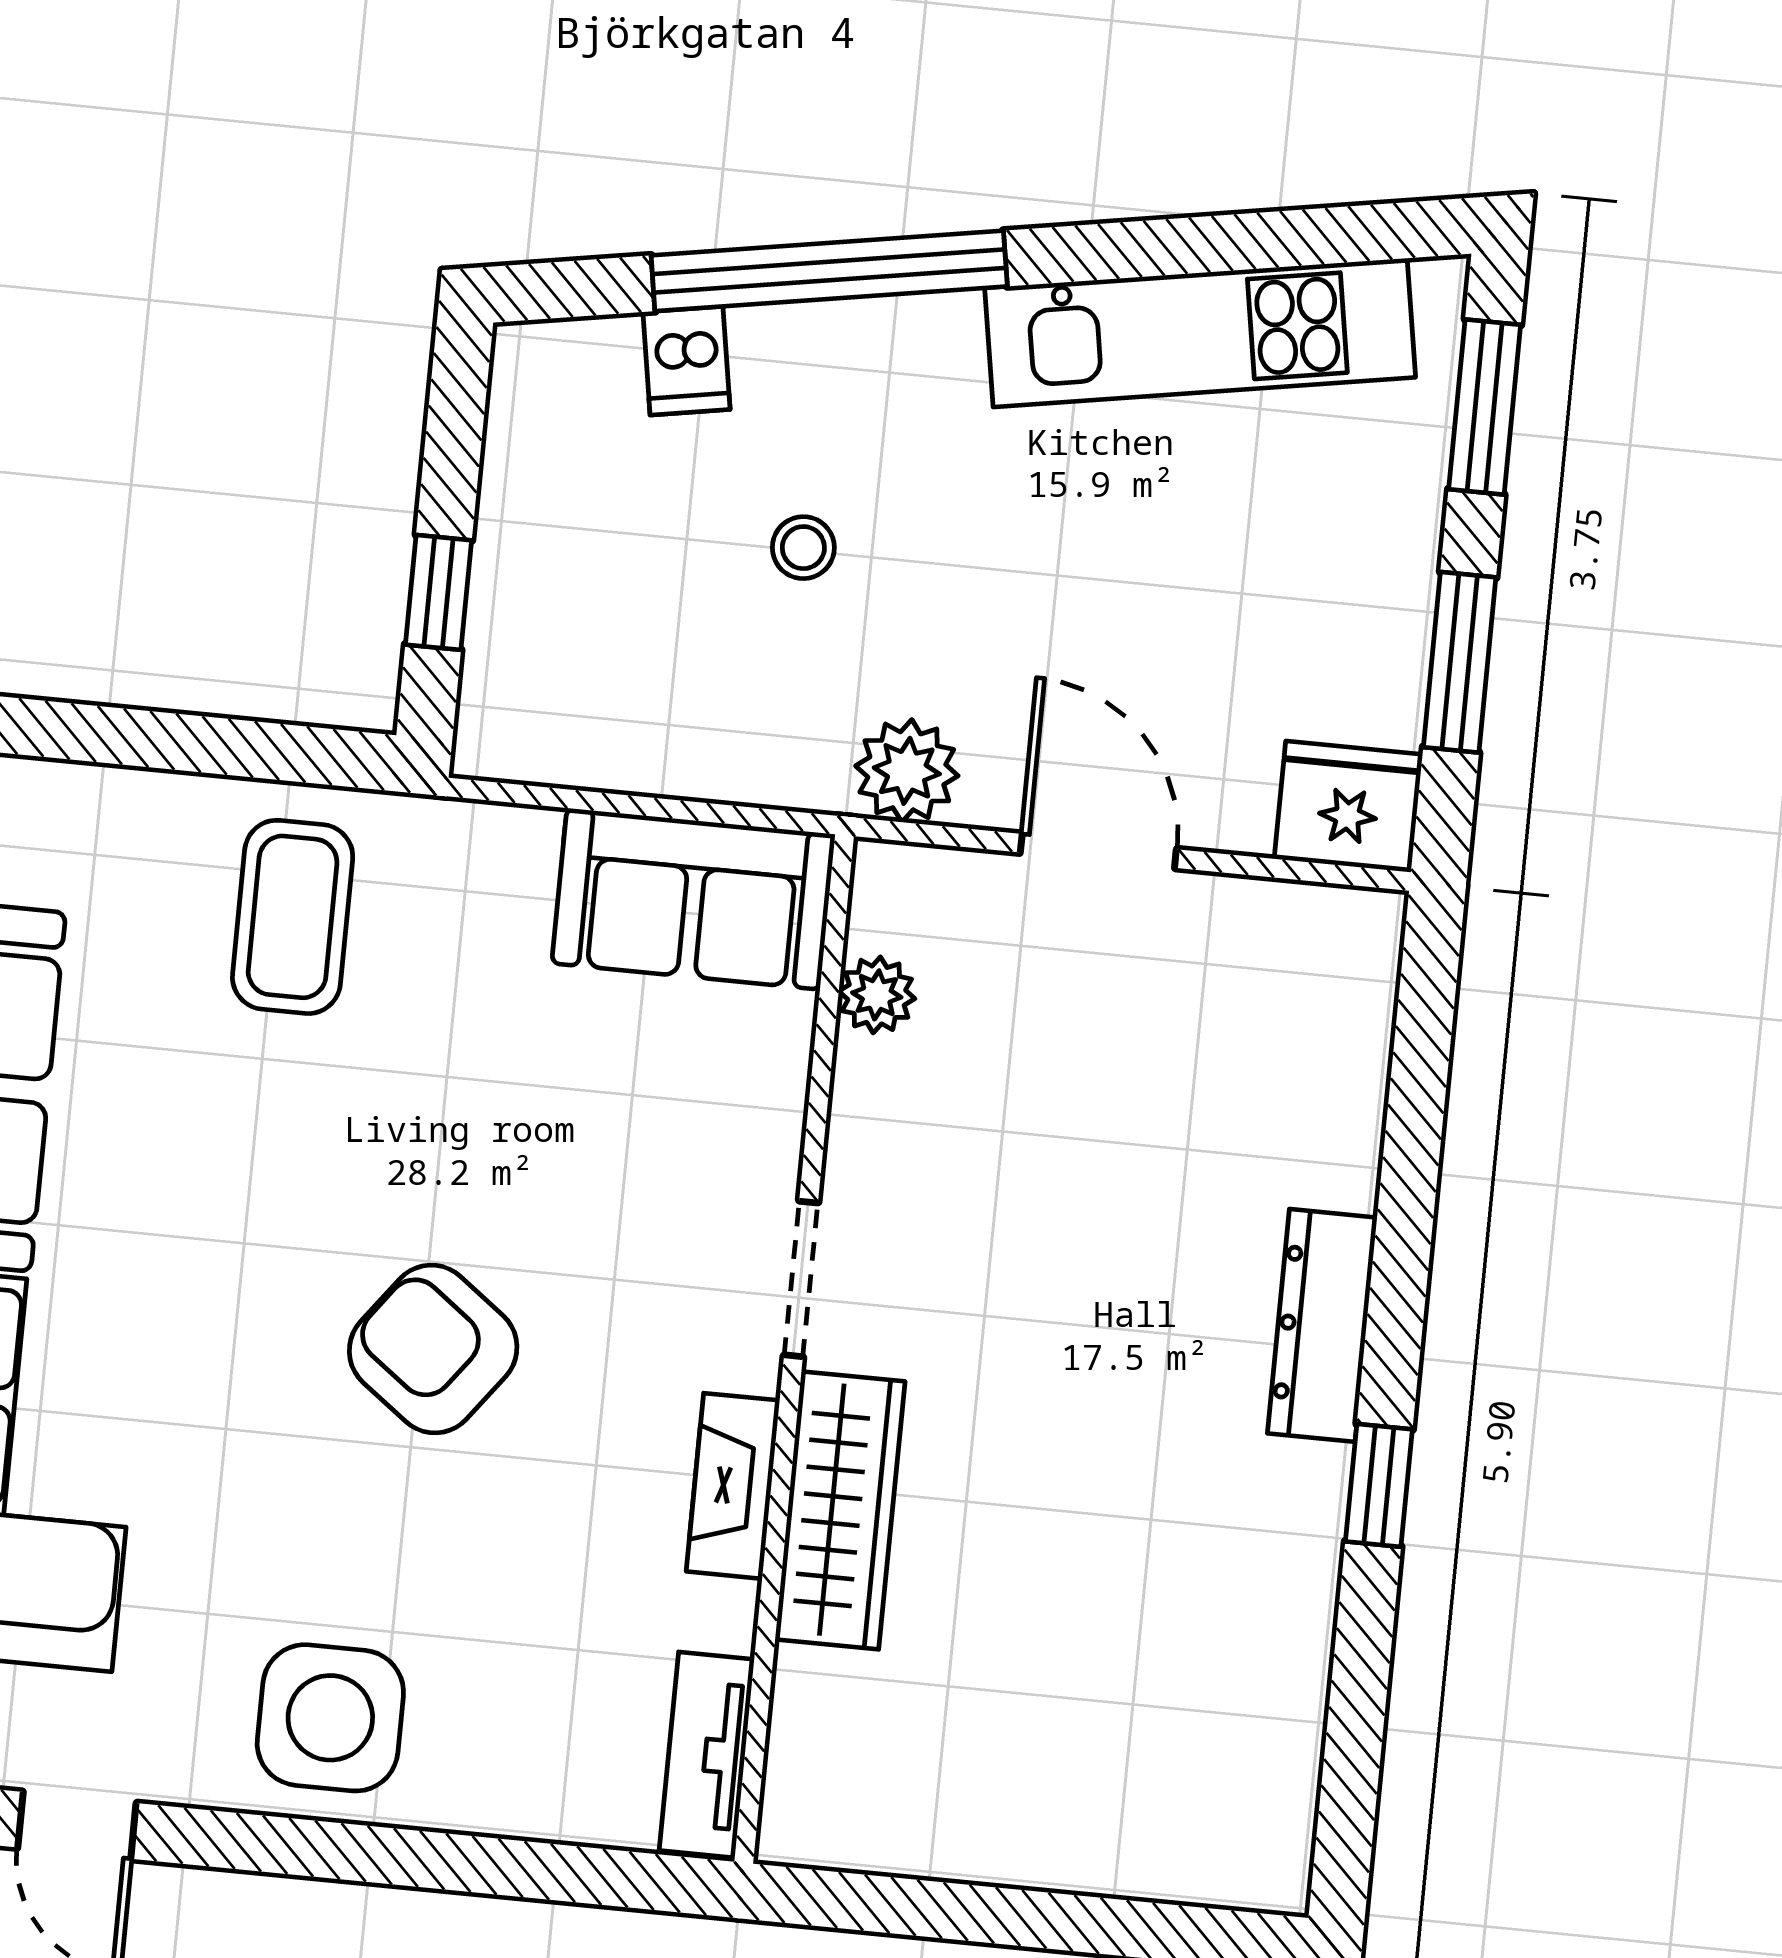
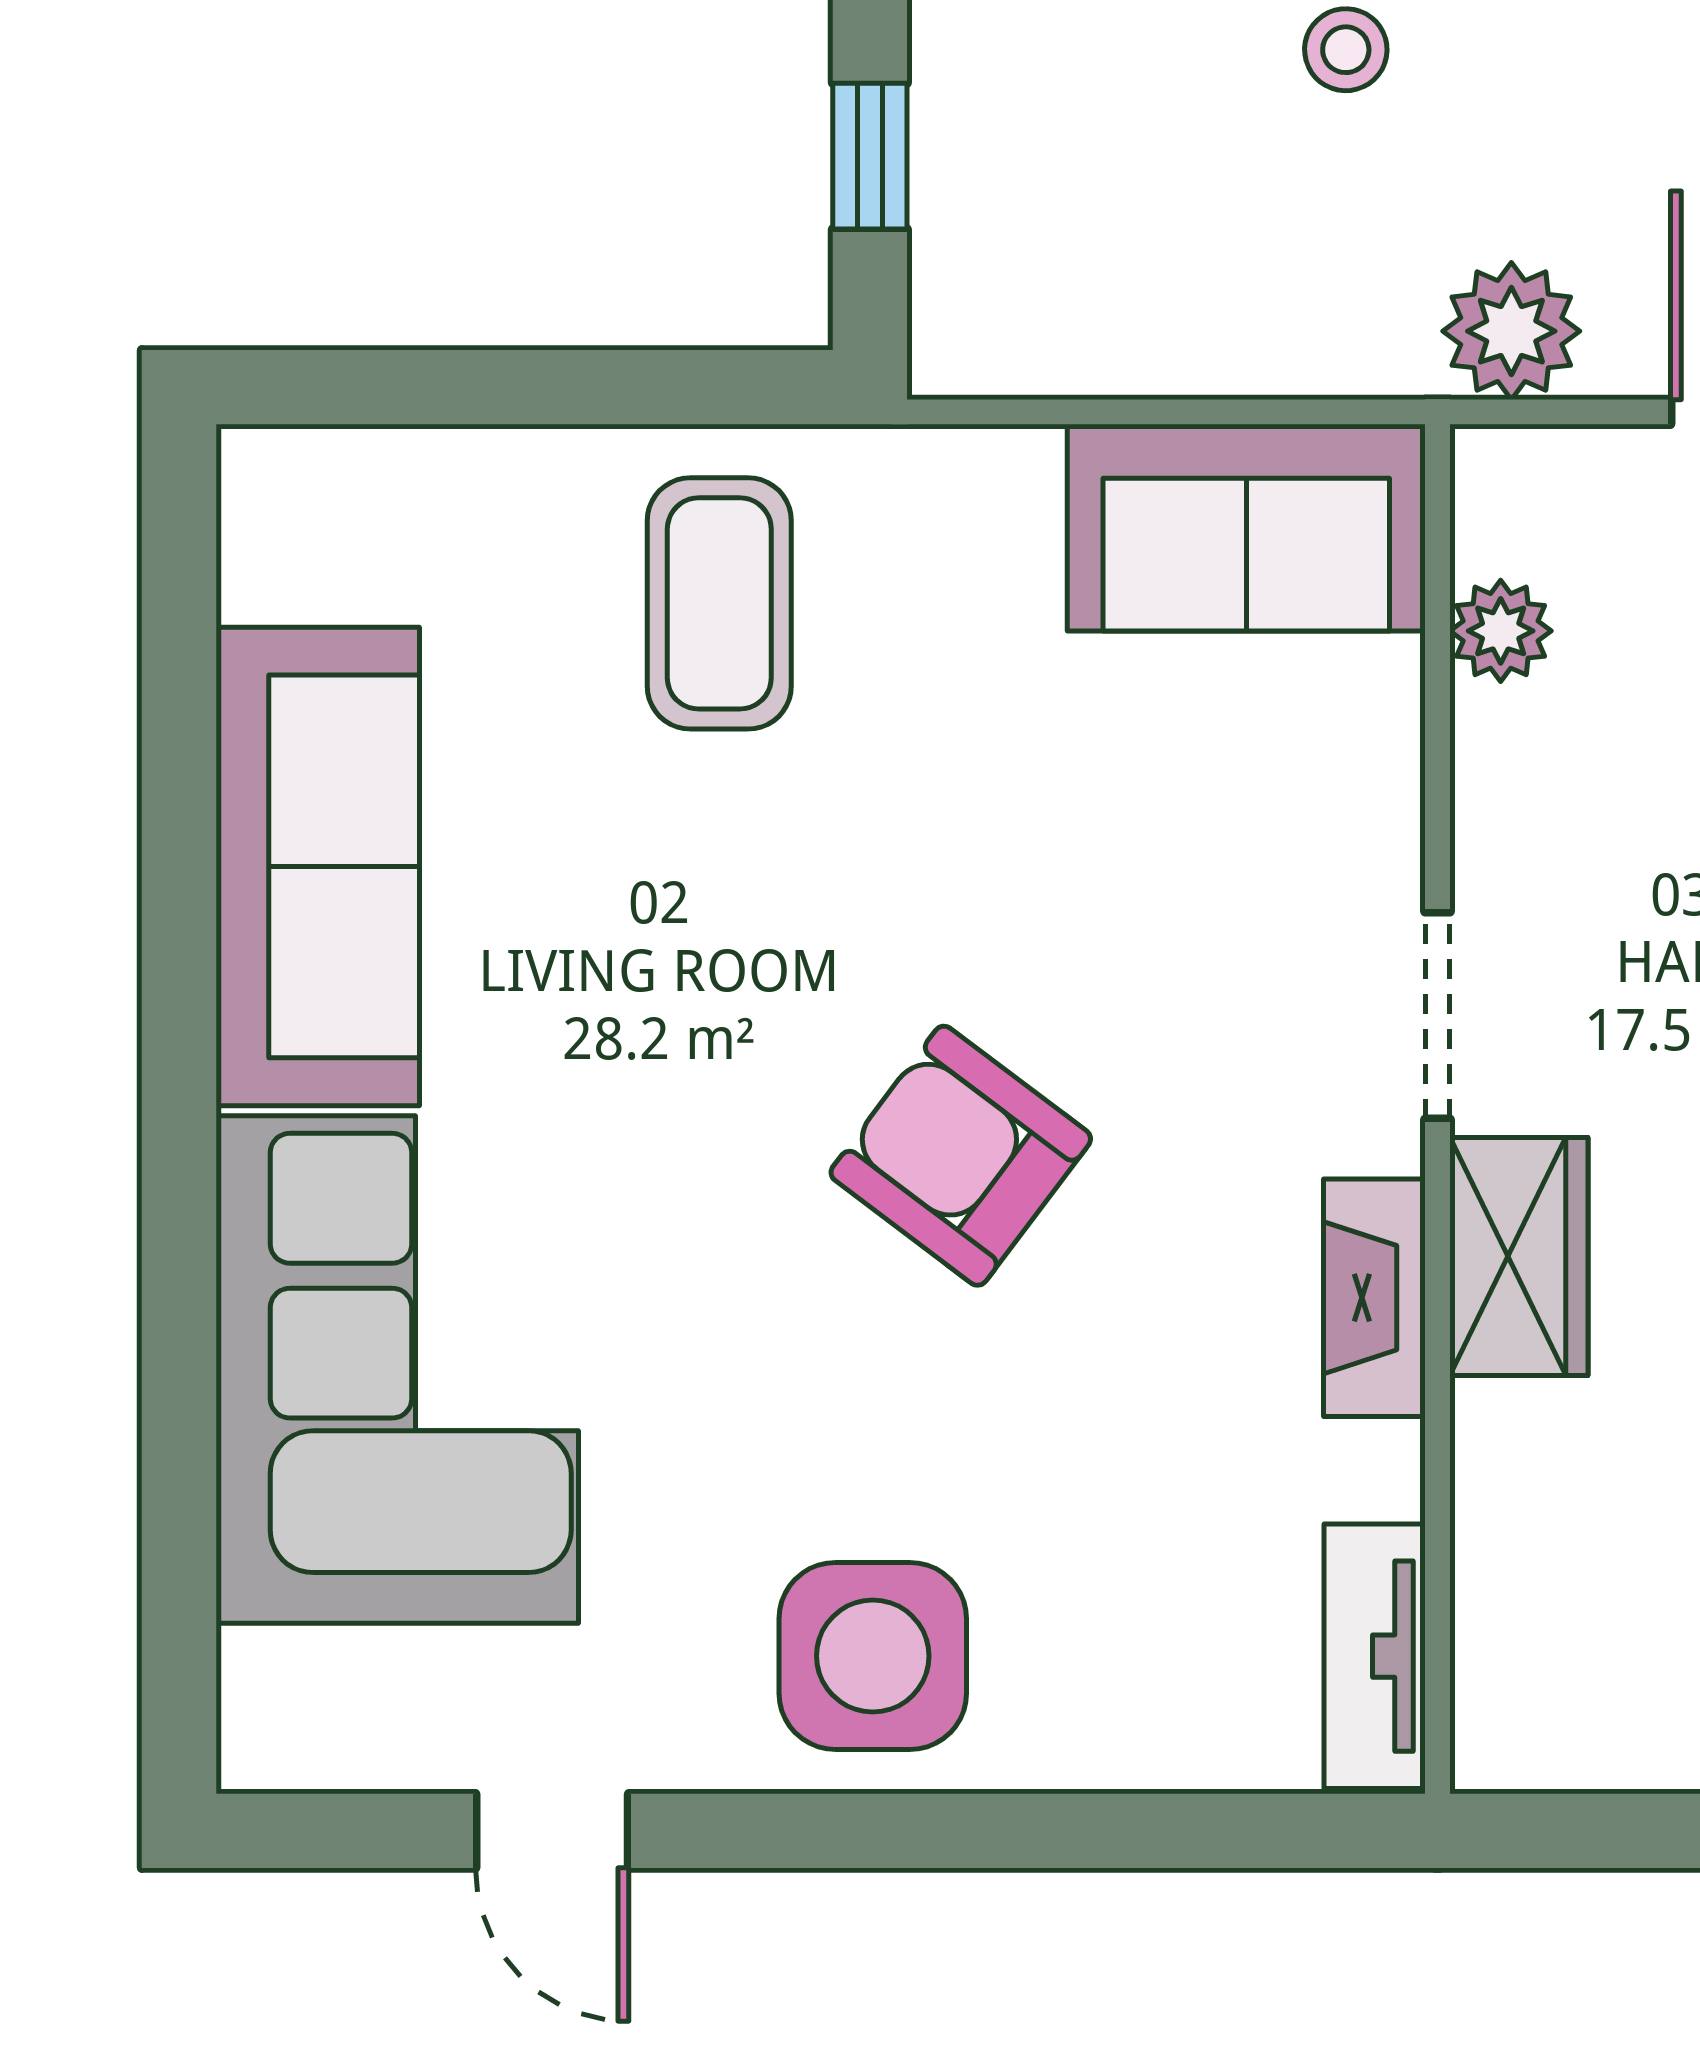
wardrobe: (840, 1510) -> (1519, 1257), width x0.67

